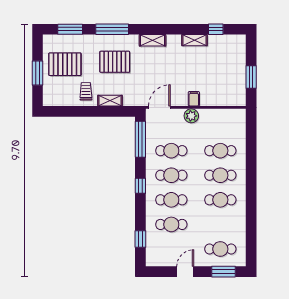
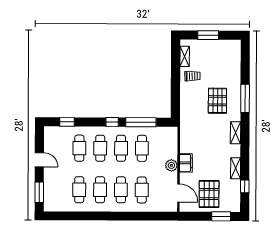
window: (70, 29) -> (245, 63), removed
pallet: (65, 64) -> (209, 194), moved
window: (251, 77) -> (221, 216), moved
filing cabinet: (194, 99) -> (186, 163), width x2.00
shelving: (110, 101) -> (185, 56), moved
door: (159, 107) -> (178, 193), moved
window: (140, 139) -> (141, 122), moved
cafe table: (220, 249) -> (79, 190), moved

